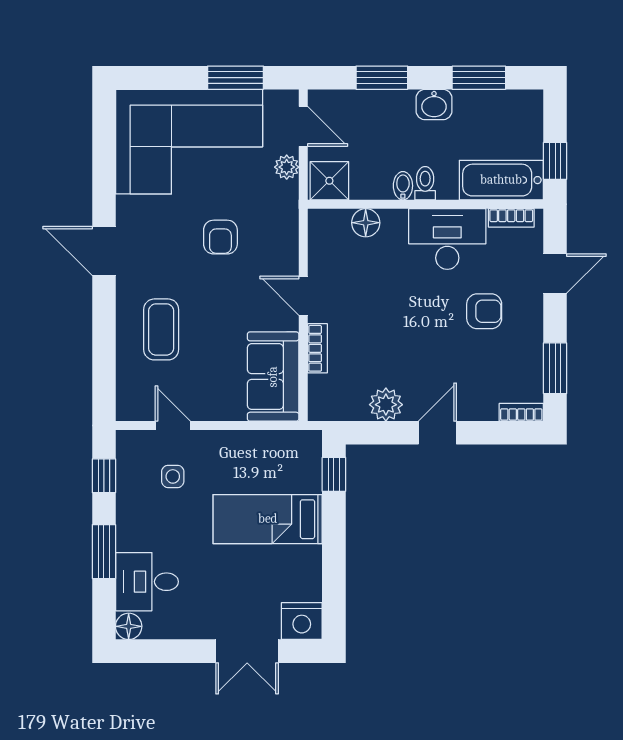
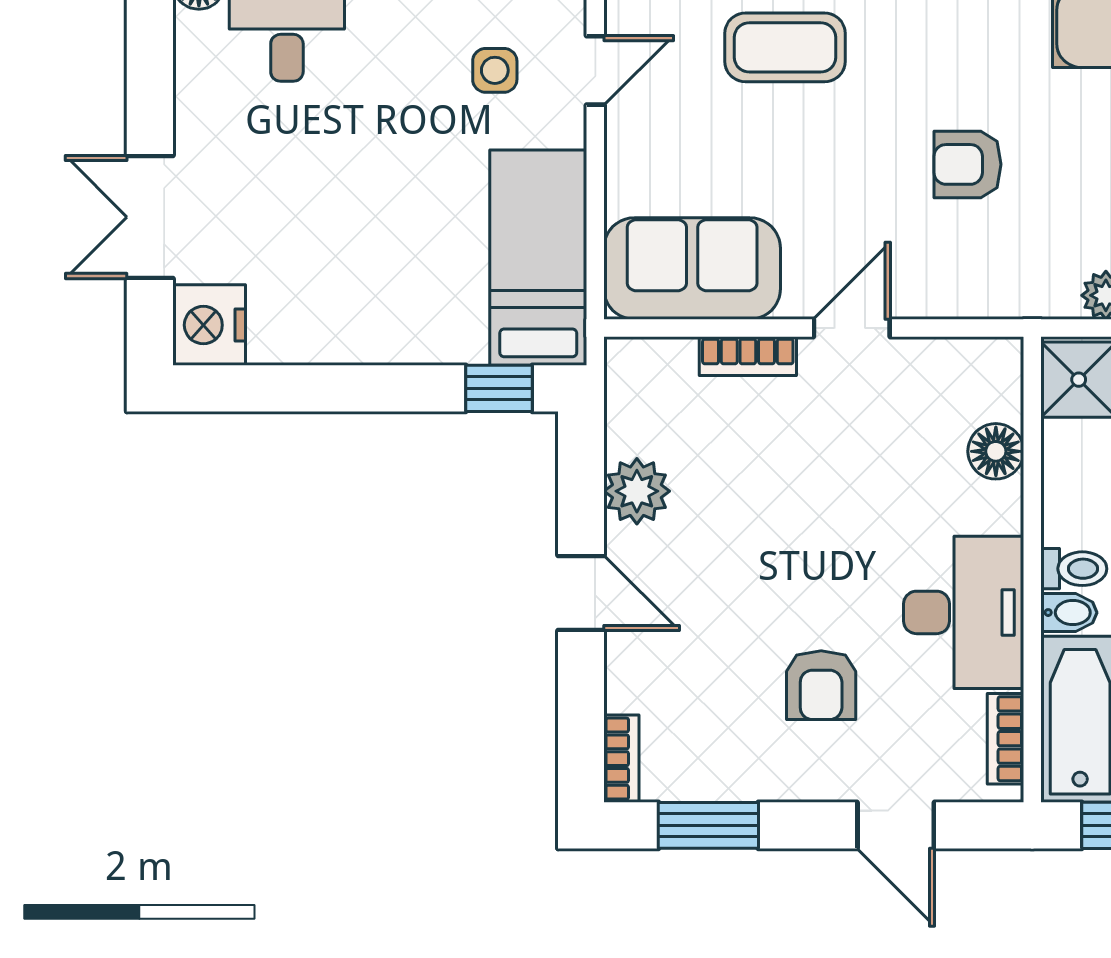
bidet: (403, 186) -> (1069, 613), moved
bed: (268, 519) -> (538, 258), moved

